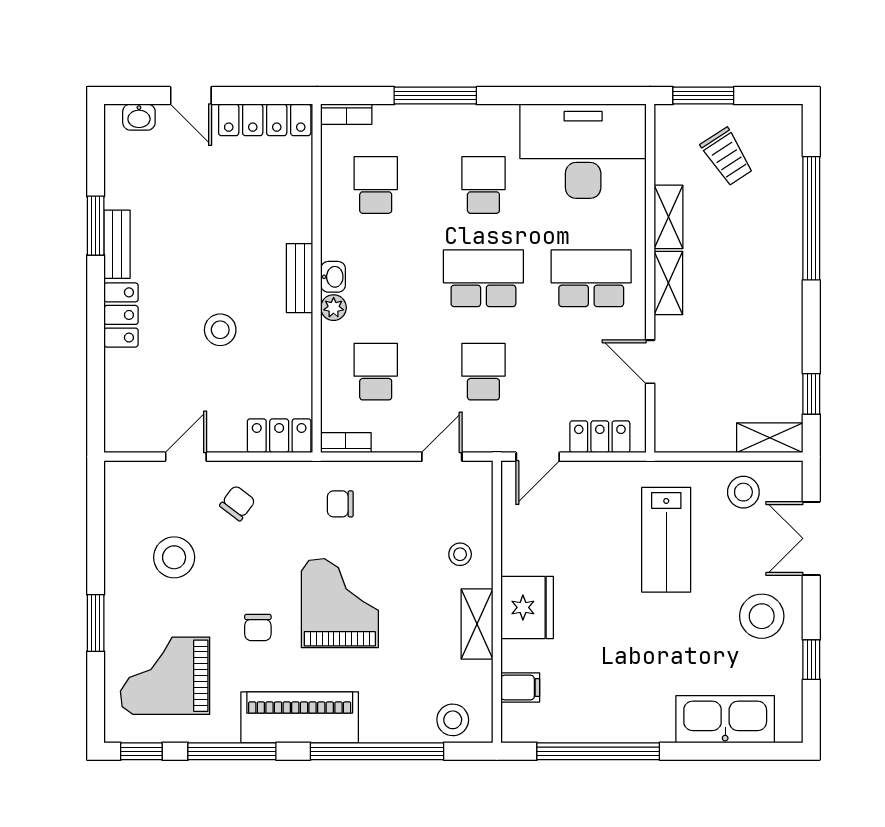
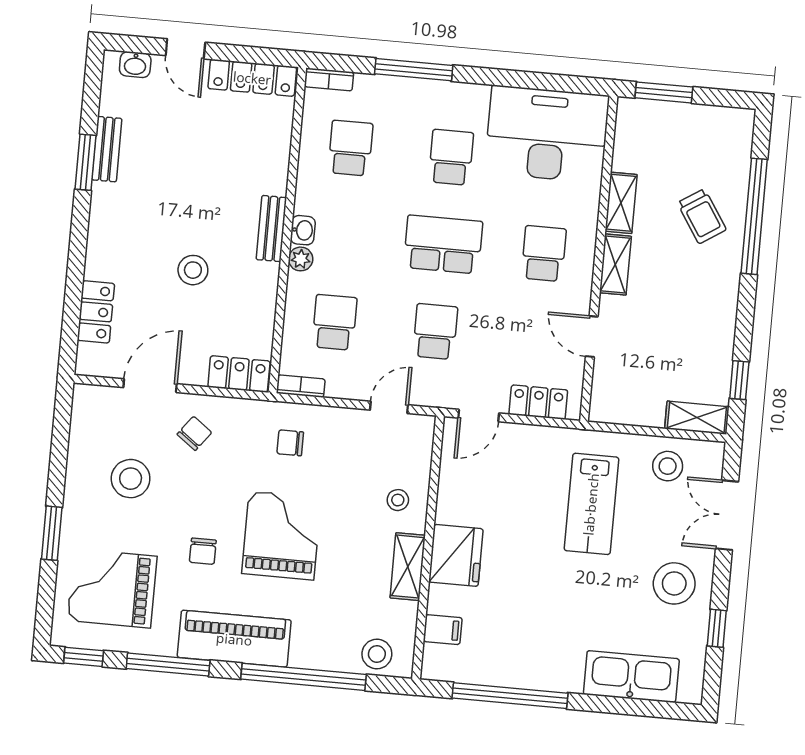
trolley: (727, 157) -> (702, 216), moved
bench: (117, 244) -> (107, 149), moved
school desk: (591, 278) -> (544, 254), width x0.54
locker: (121, 315) -> (96, 312), moved
door: (186, 457) -> (150, 386), width x1.38

